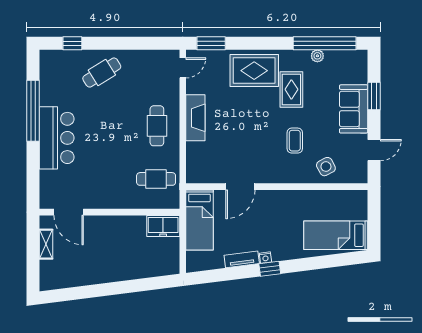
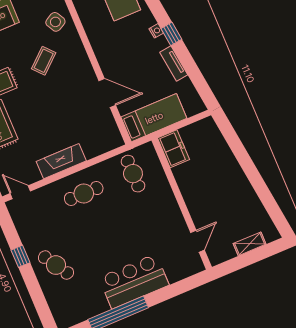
window: (72, 43) -> (20, 256), moved
coffee table: (295, 141) -> (44, 61), turned -41
door: (69, 212) -> (198, 241), width x0.73
shelving: (46, 244) -> (250, 244), moved
nightstand: (265, 258) -> (156, 31), moved

